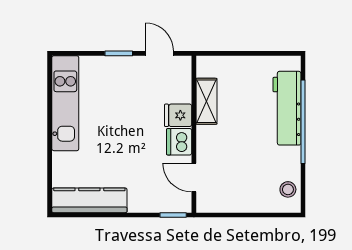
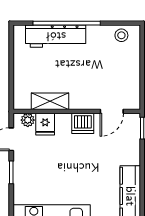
plant: (183, 74) -> (28, 120), added
fridge: (178, 115) -> (45, 124), moved

